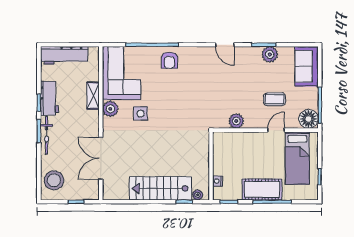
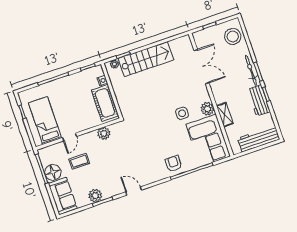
floor lamp: (309, 119) -> (53, 172), moved
cot: (262, 189) -> (105, 103), moved, turned 90

